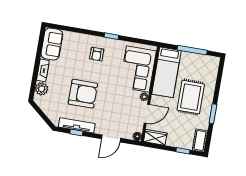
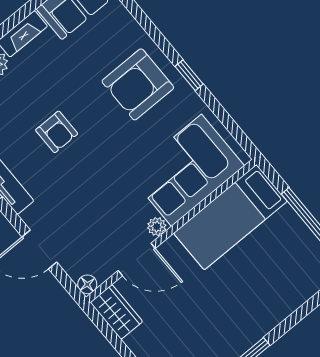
armchair: (97, 54) -> (138, 84), width x1.88, depth x1.88
armchair: (83, 94) -> (57, 132), width x0.53, depth x0.53
rug: (191, 97) -> (236, 295), removed

